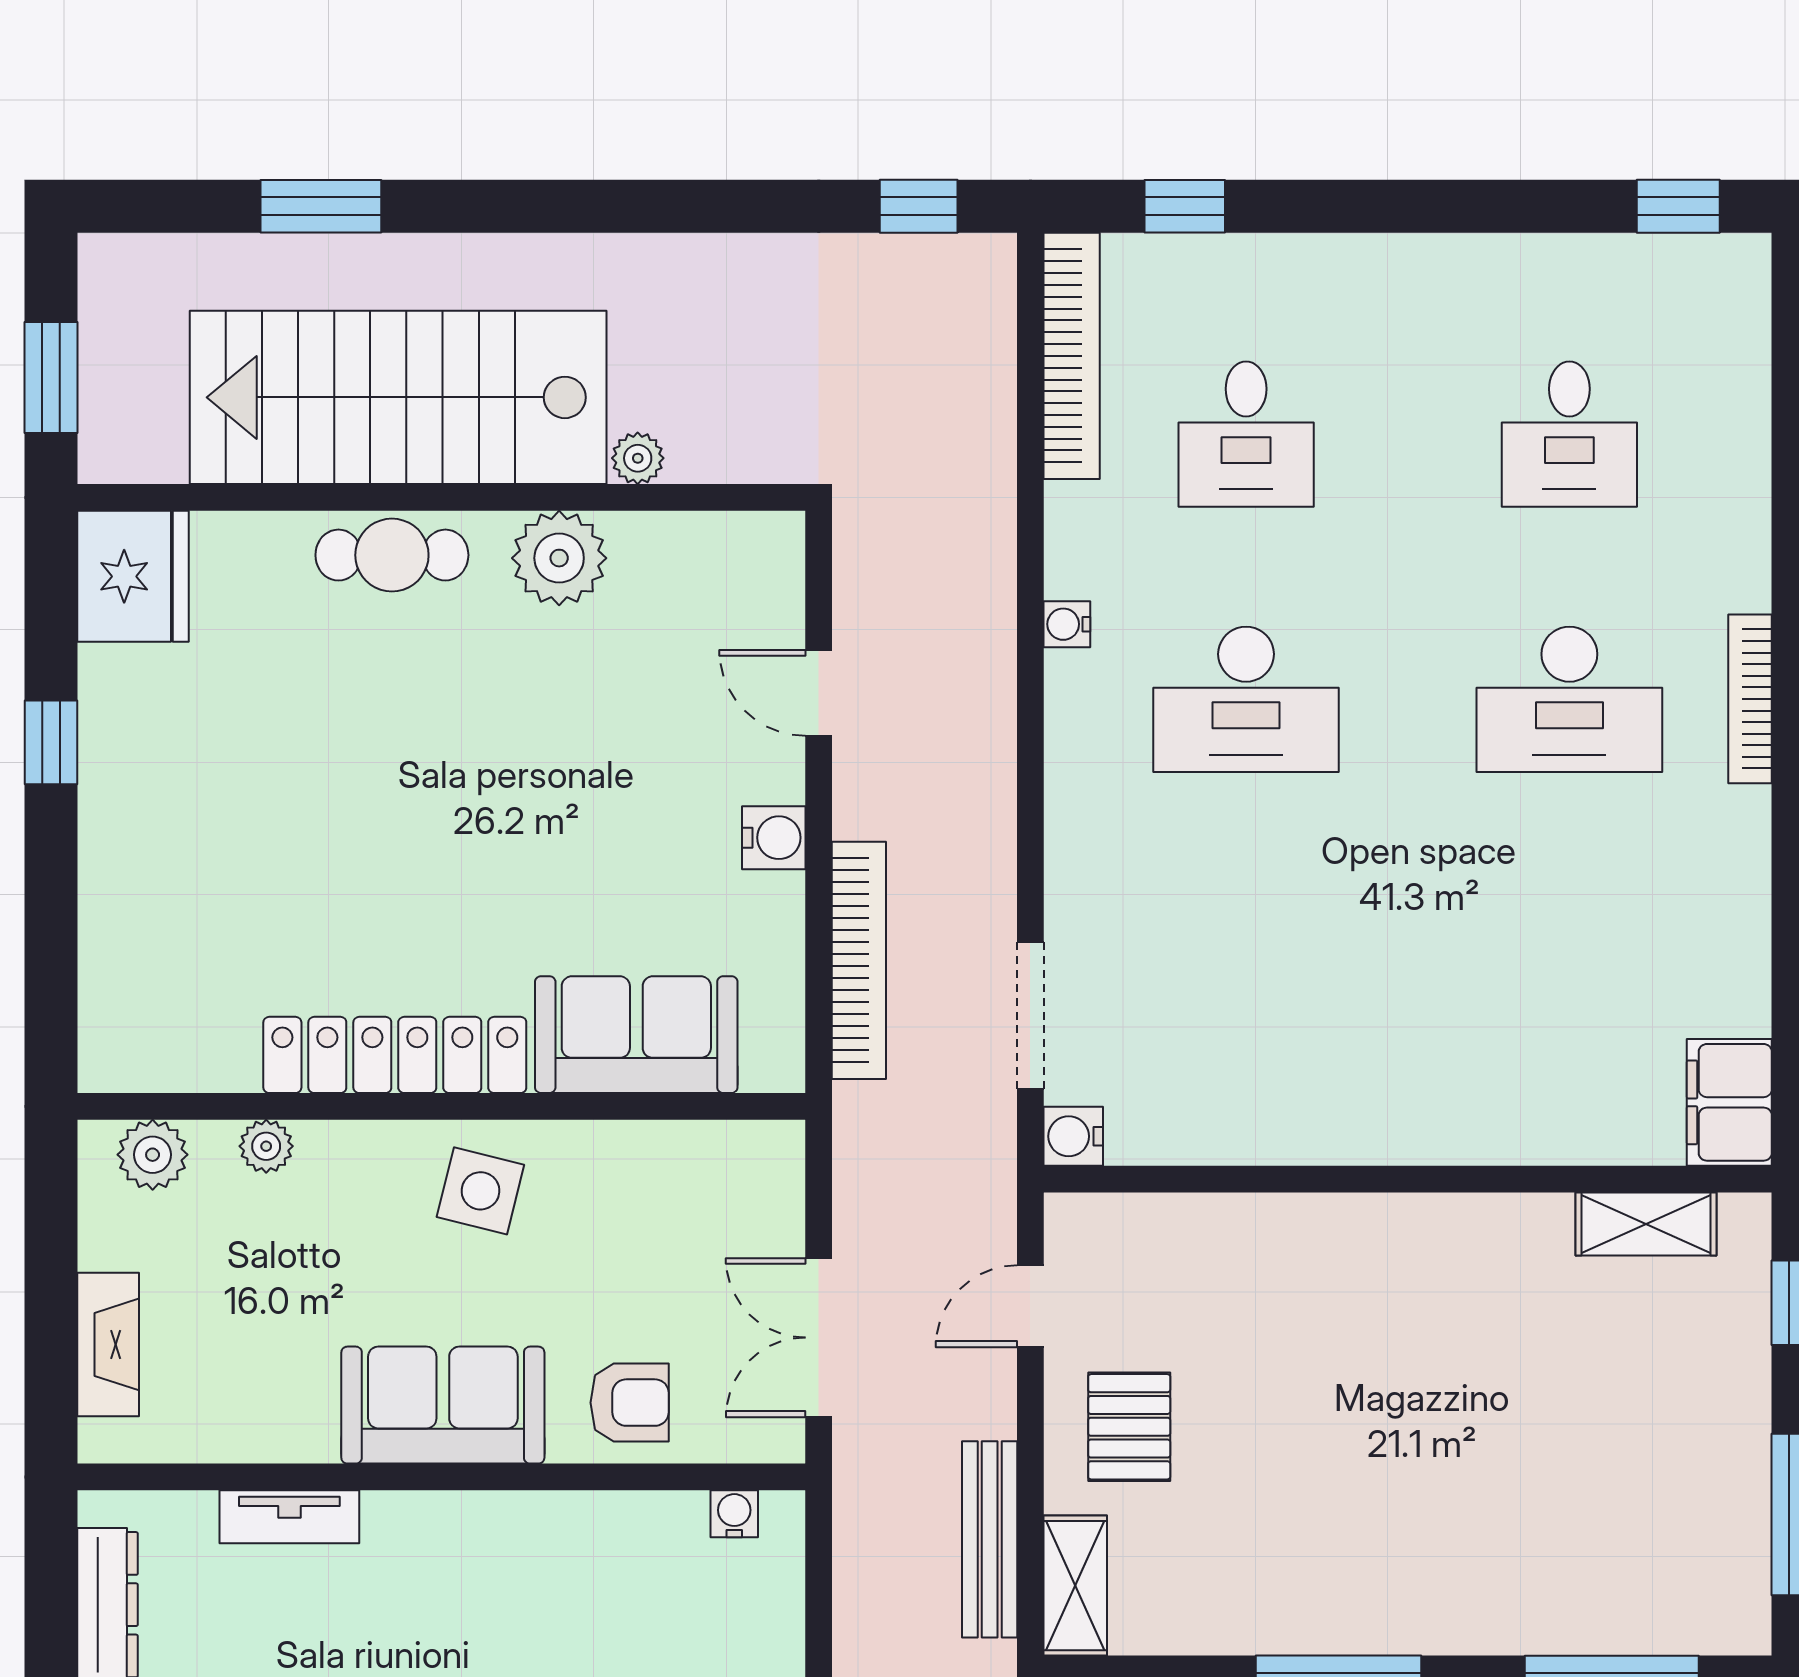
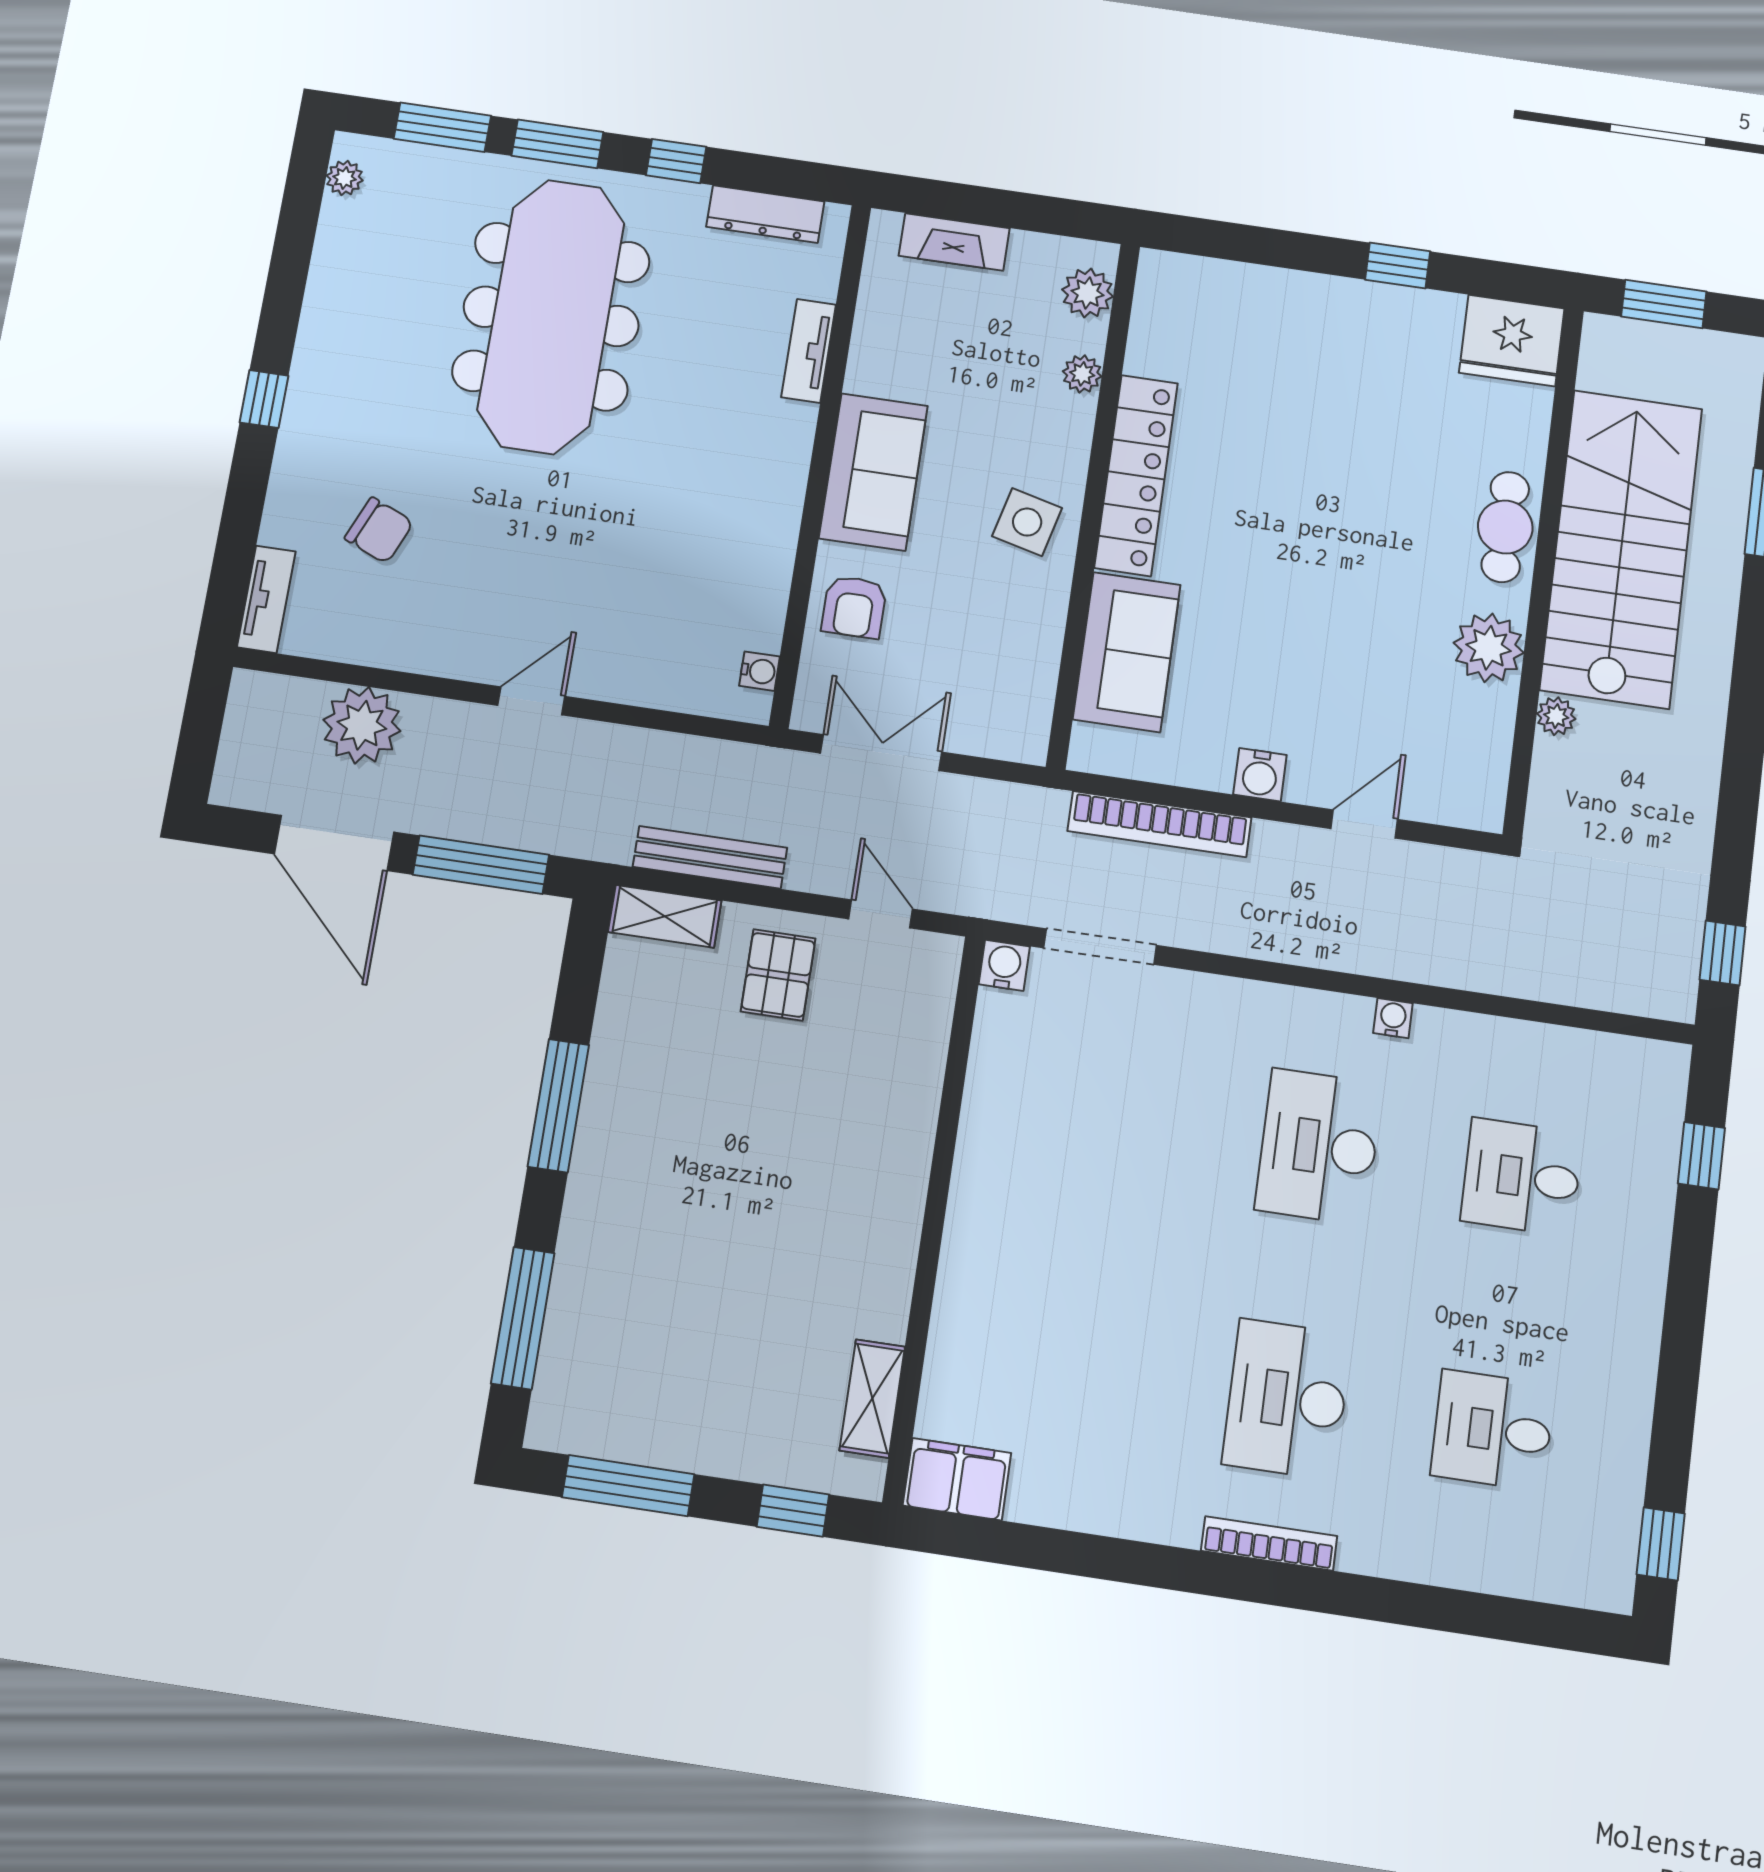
bookcase: (1072, 356) -> (1597, 1052), removed
pallet: (1129, 1427) -> (778, 975), turned 90

